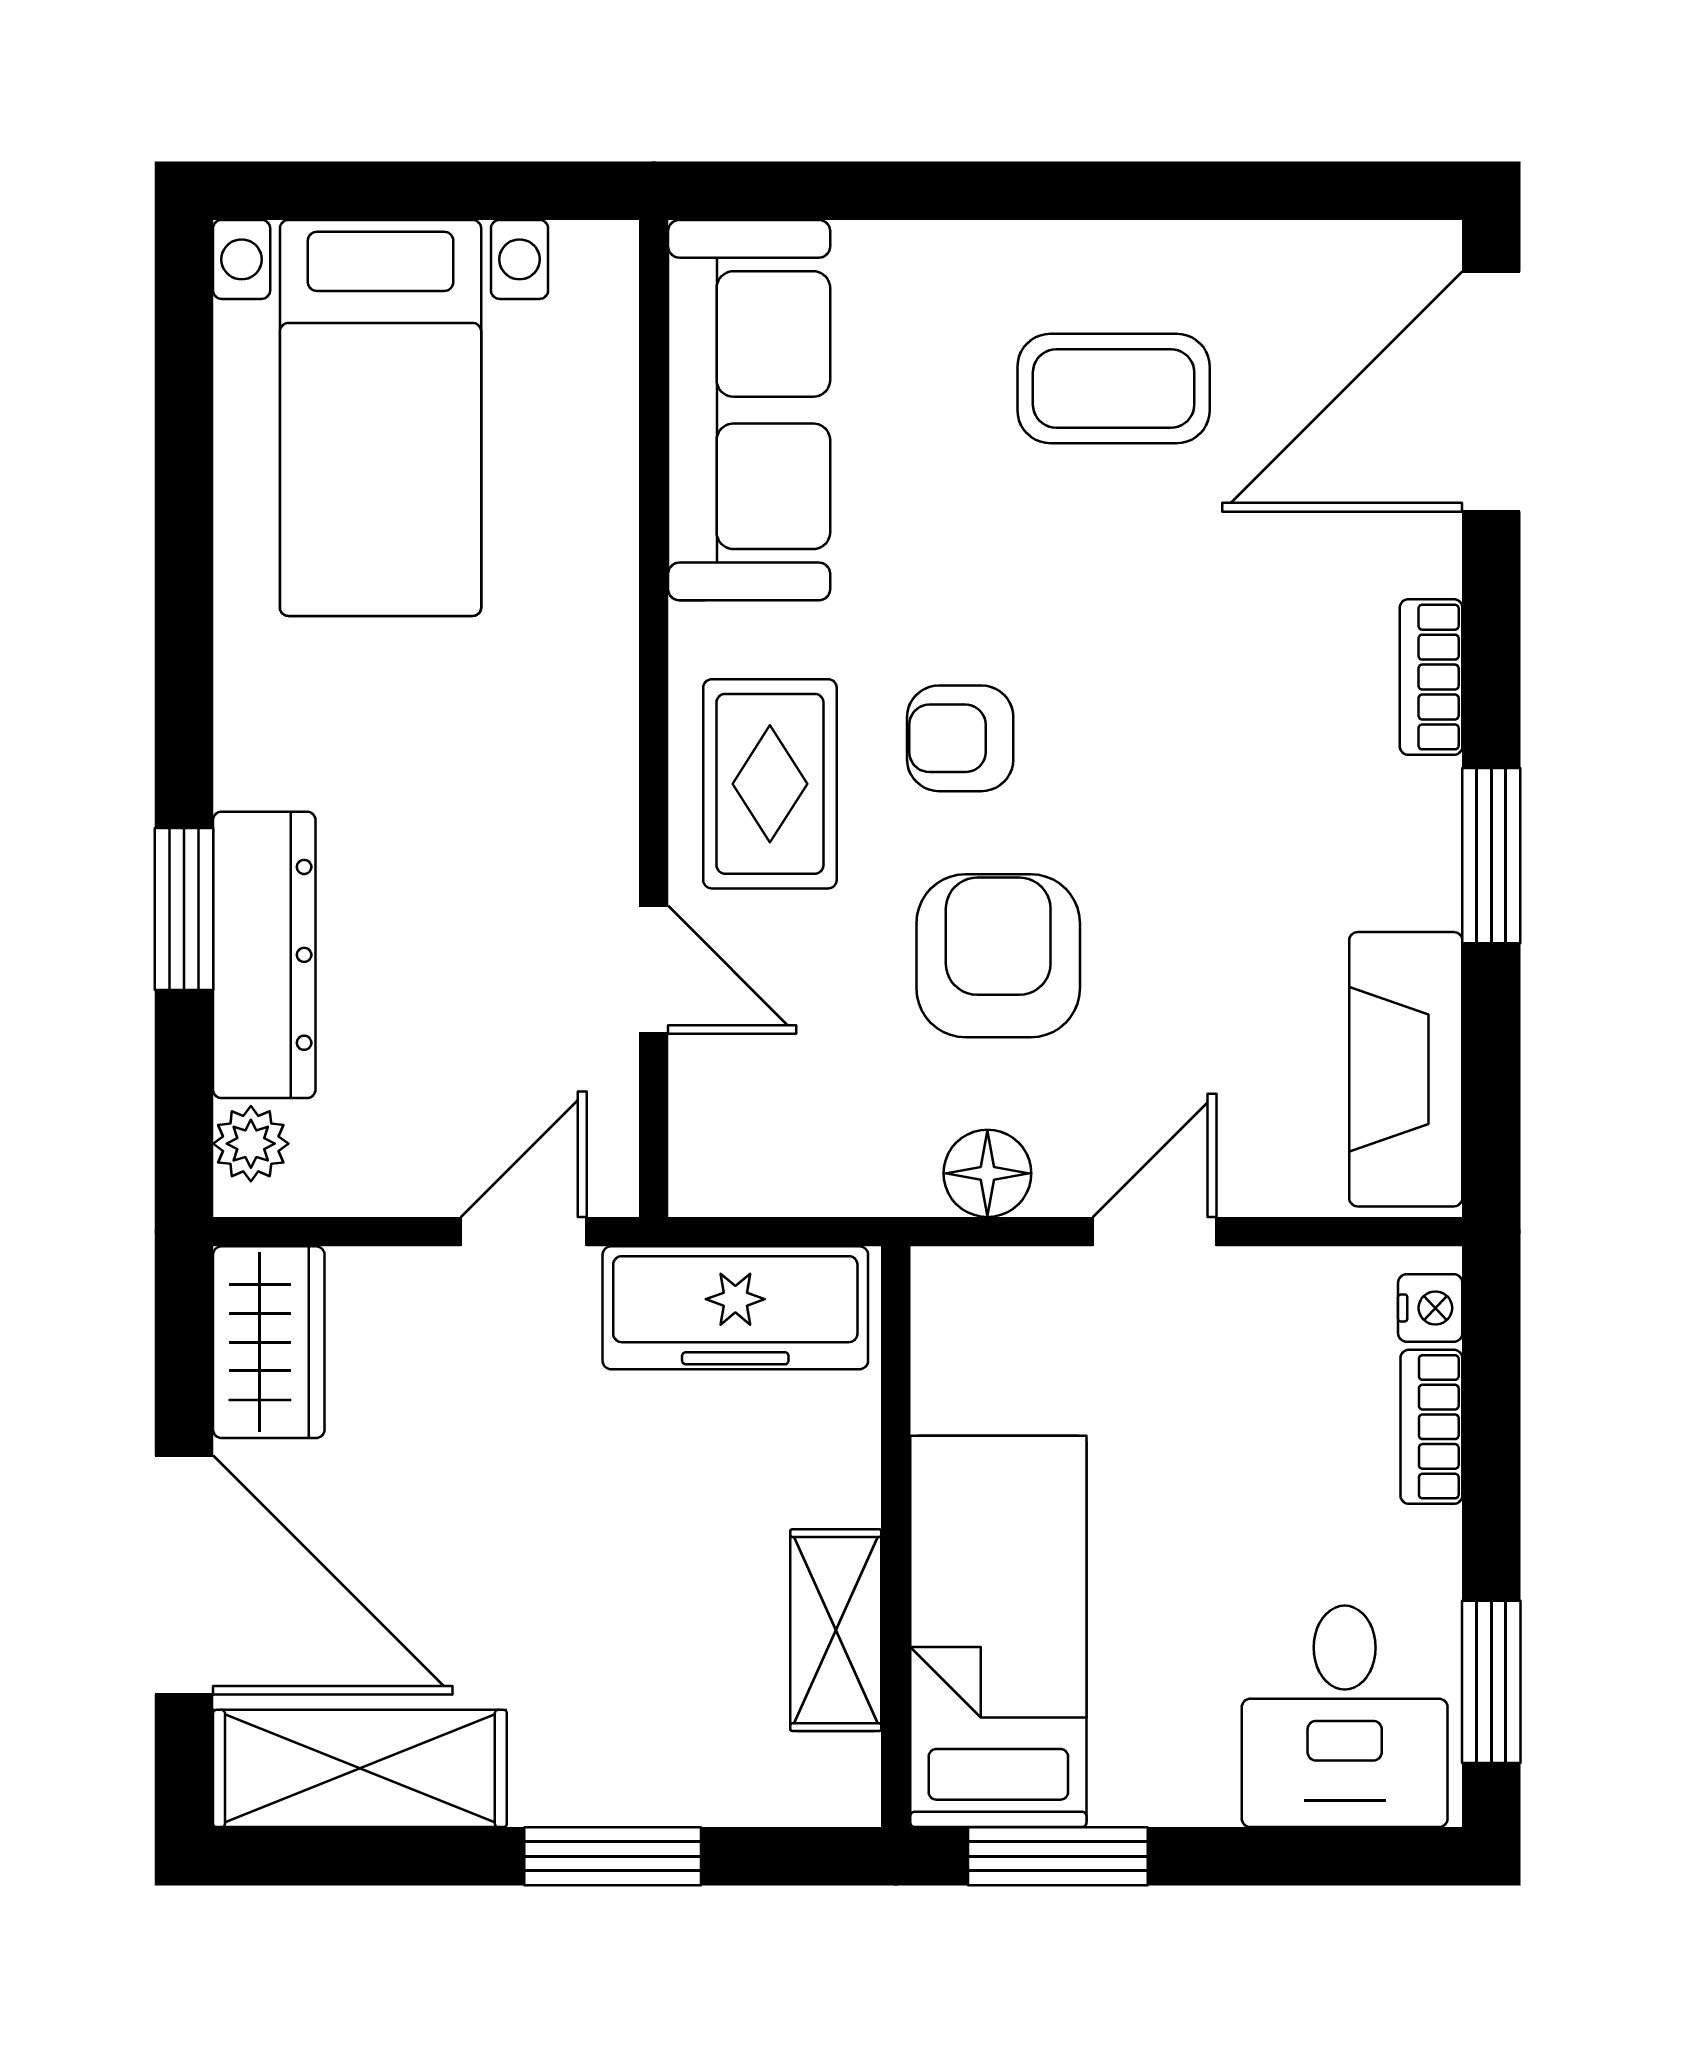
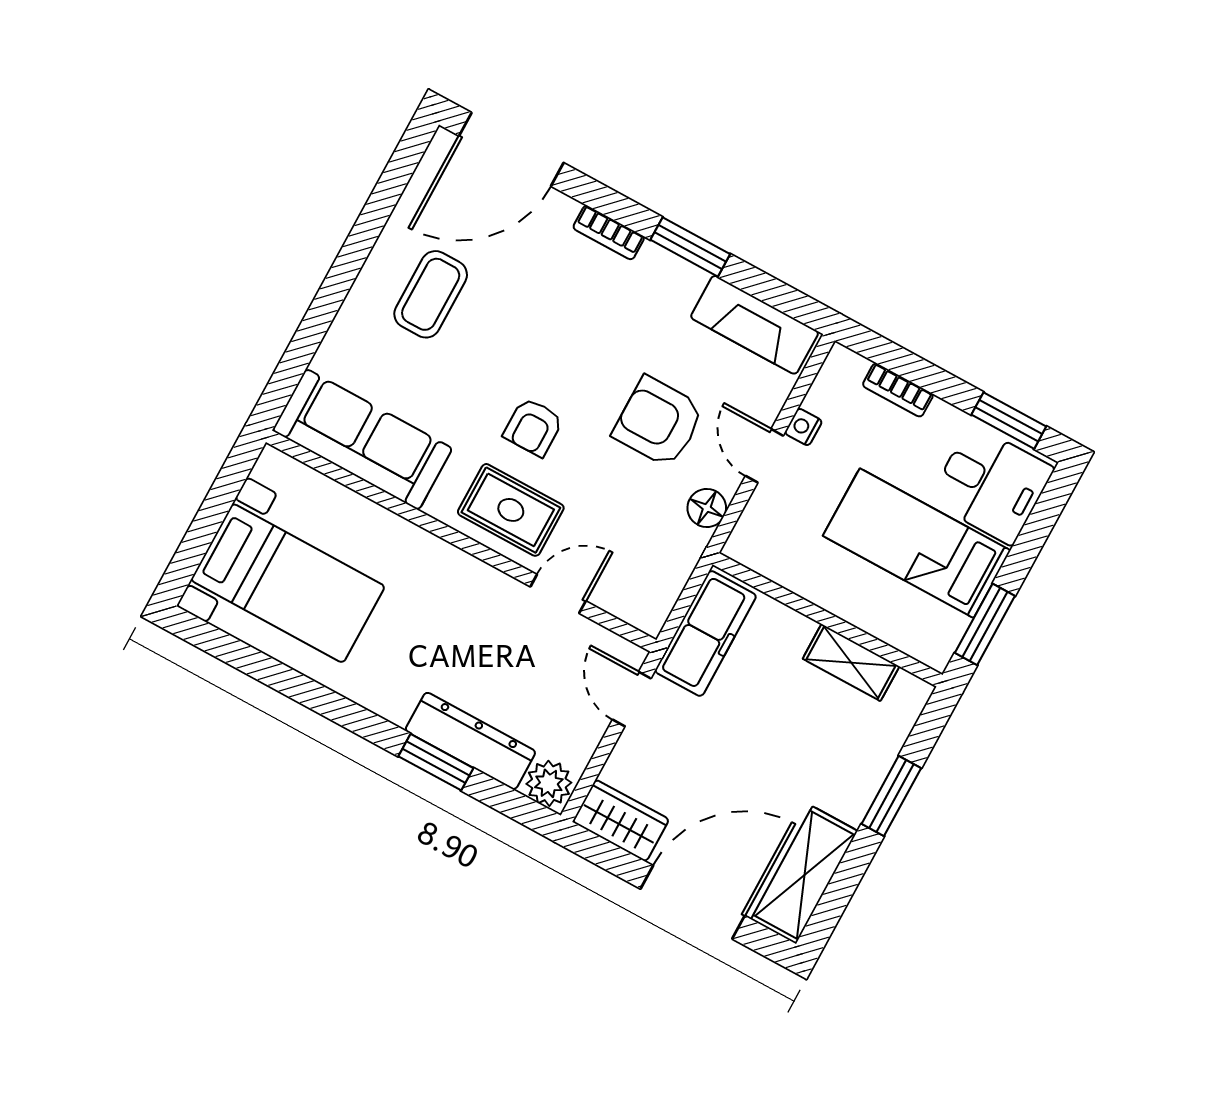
door: (1491, 392) -> (511, 149), hinge flipped
armchair: (998, 956) -> (658, 422), moved
plant: (251, 1144) -> (549, 783), width x1.38, depth x1.38
nightstand: (1430, 1308) -> (803, 427), moved, turned -90
bed: (998, 1631) -> (917, 543), moved

